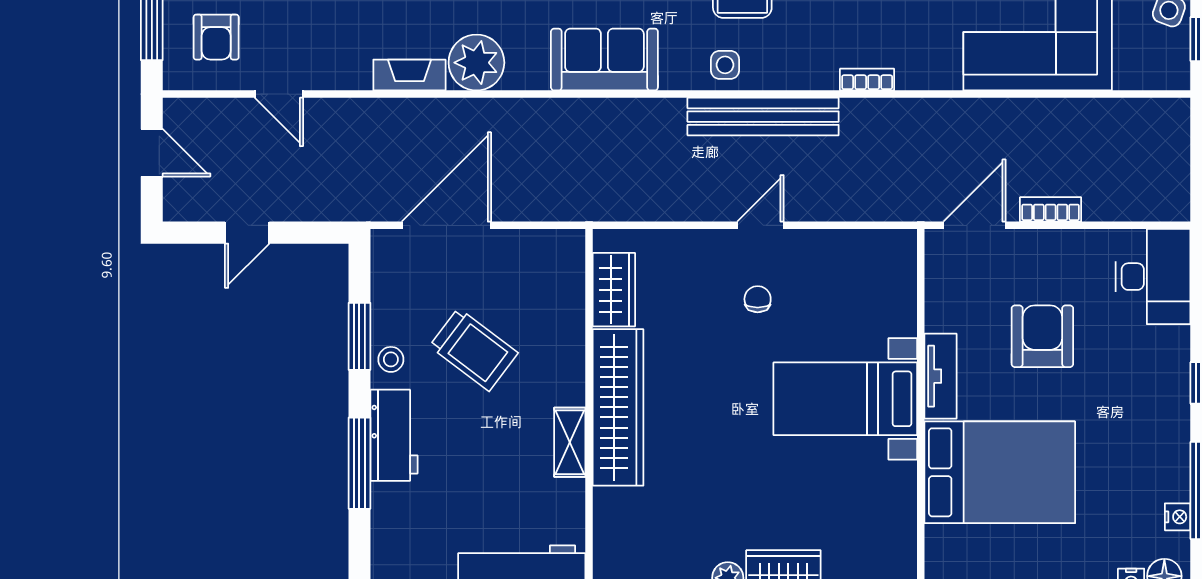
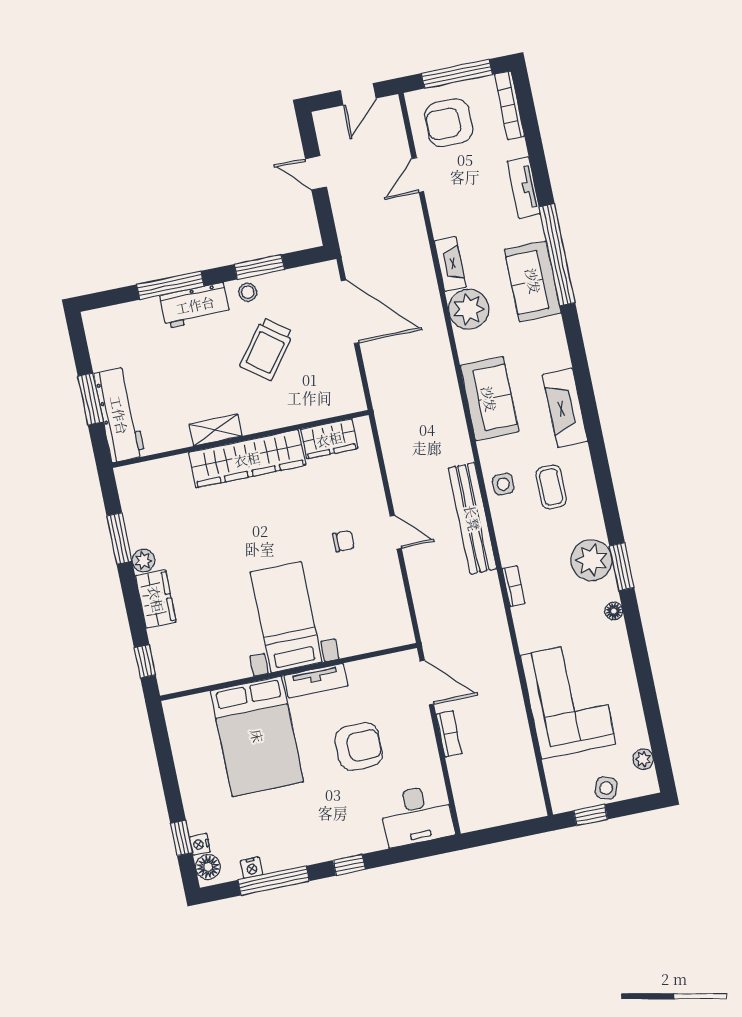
armchair: (216, 37) -> (449, 123), width x1.38, depth x1.38

